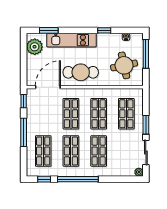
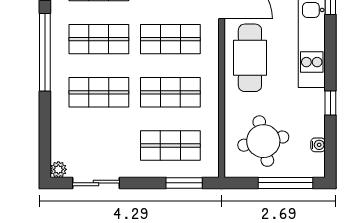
window: (146, 125) -> (184, 183), moved

